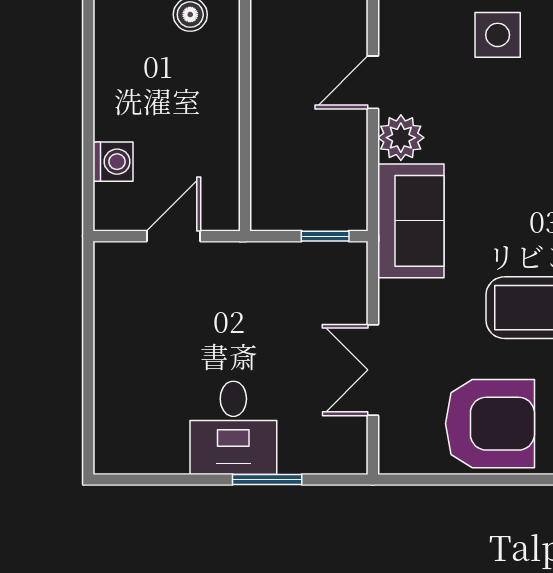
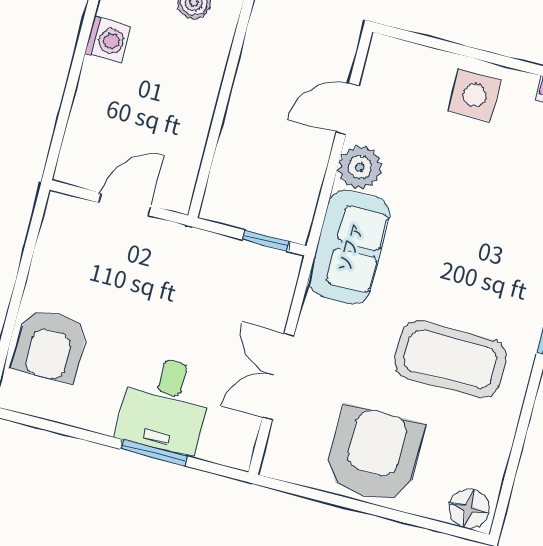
washing machine: (113, 162) -> (108, 40), moved
armchair: (135, 398) -> (50, 346), added
armchair: (490, 424) -> (374, 454), turned -90
desk: (233, 428) -> (165, 405), moved

